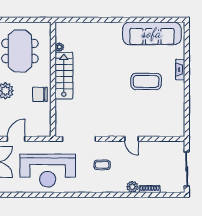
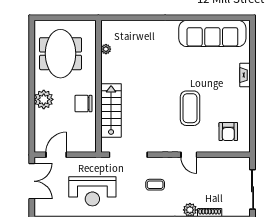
stairs: (64, 76) -> (111, 110), moved
coffee table: (146, 81) -> (190, 108), moved, turned 90
armchair: (166, 119) -> (228, 132), added
reception desk: (48, 171) -> (92, 191), width x0.74, depth x0.77

